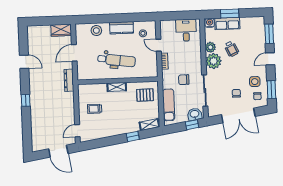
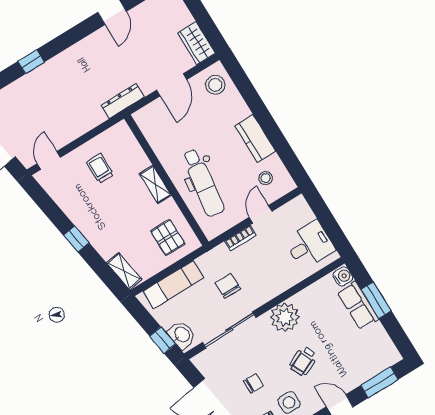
stool: (96, 31) -> (215, 85), moved
plant: (210, 47) -> (304, 300), removed
wheelchair: (231, 49) -> (303, 361), moved
door: (74, 53) -> (172, 85), swing flipped
dental chair: (117, 60) -> (203, 183), moved
window: (26, 100) -> (31, 62), moved
door: (77, 131) -> (49, 160), hinge flipped
window: (133, 136) -> (76, 239), moved

